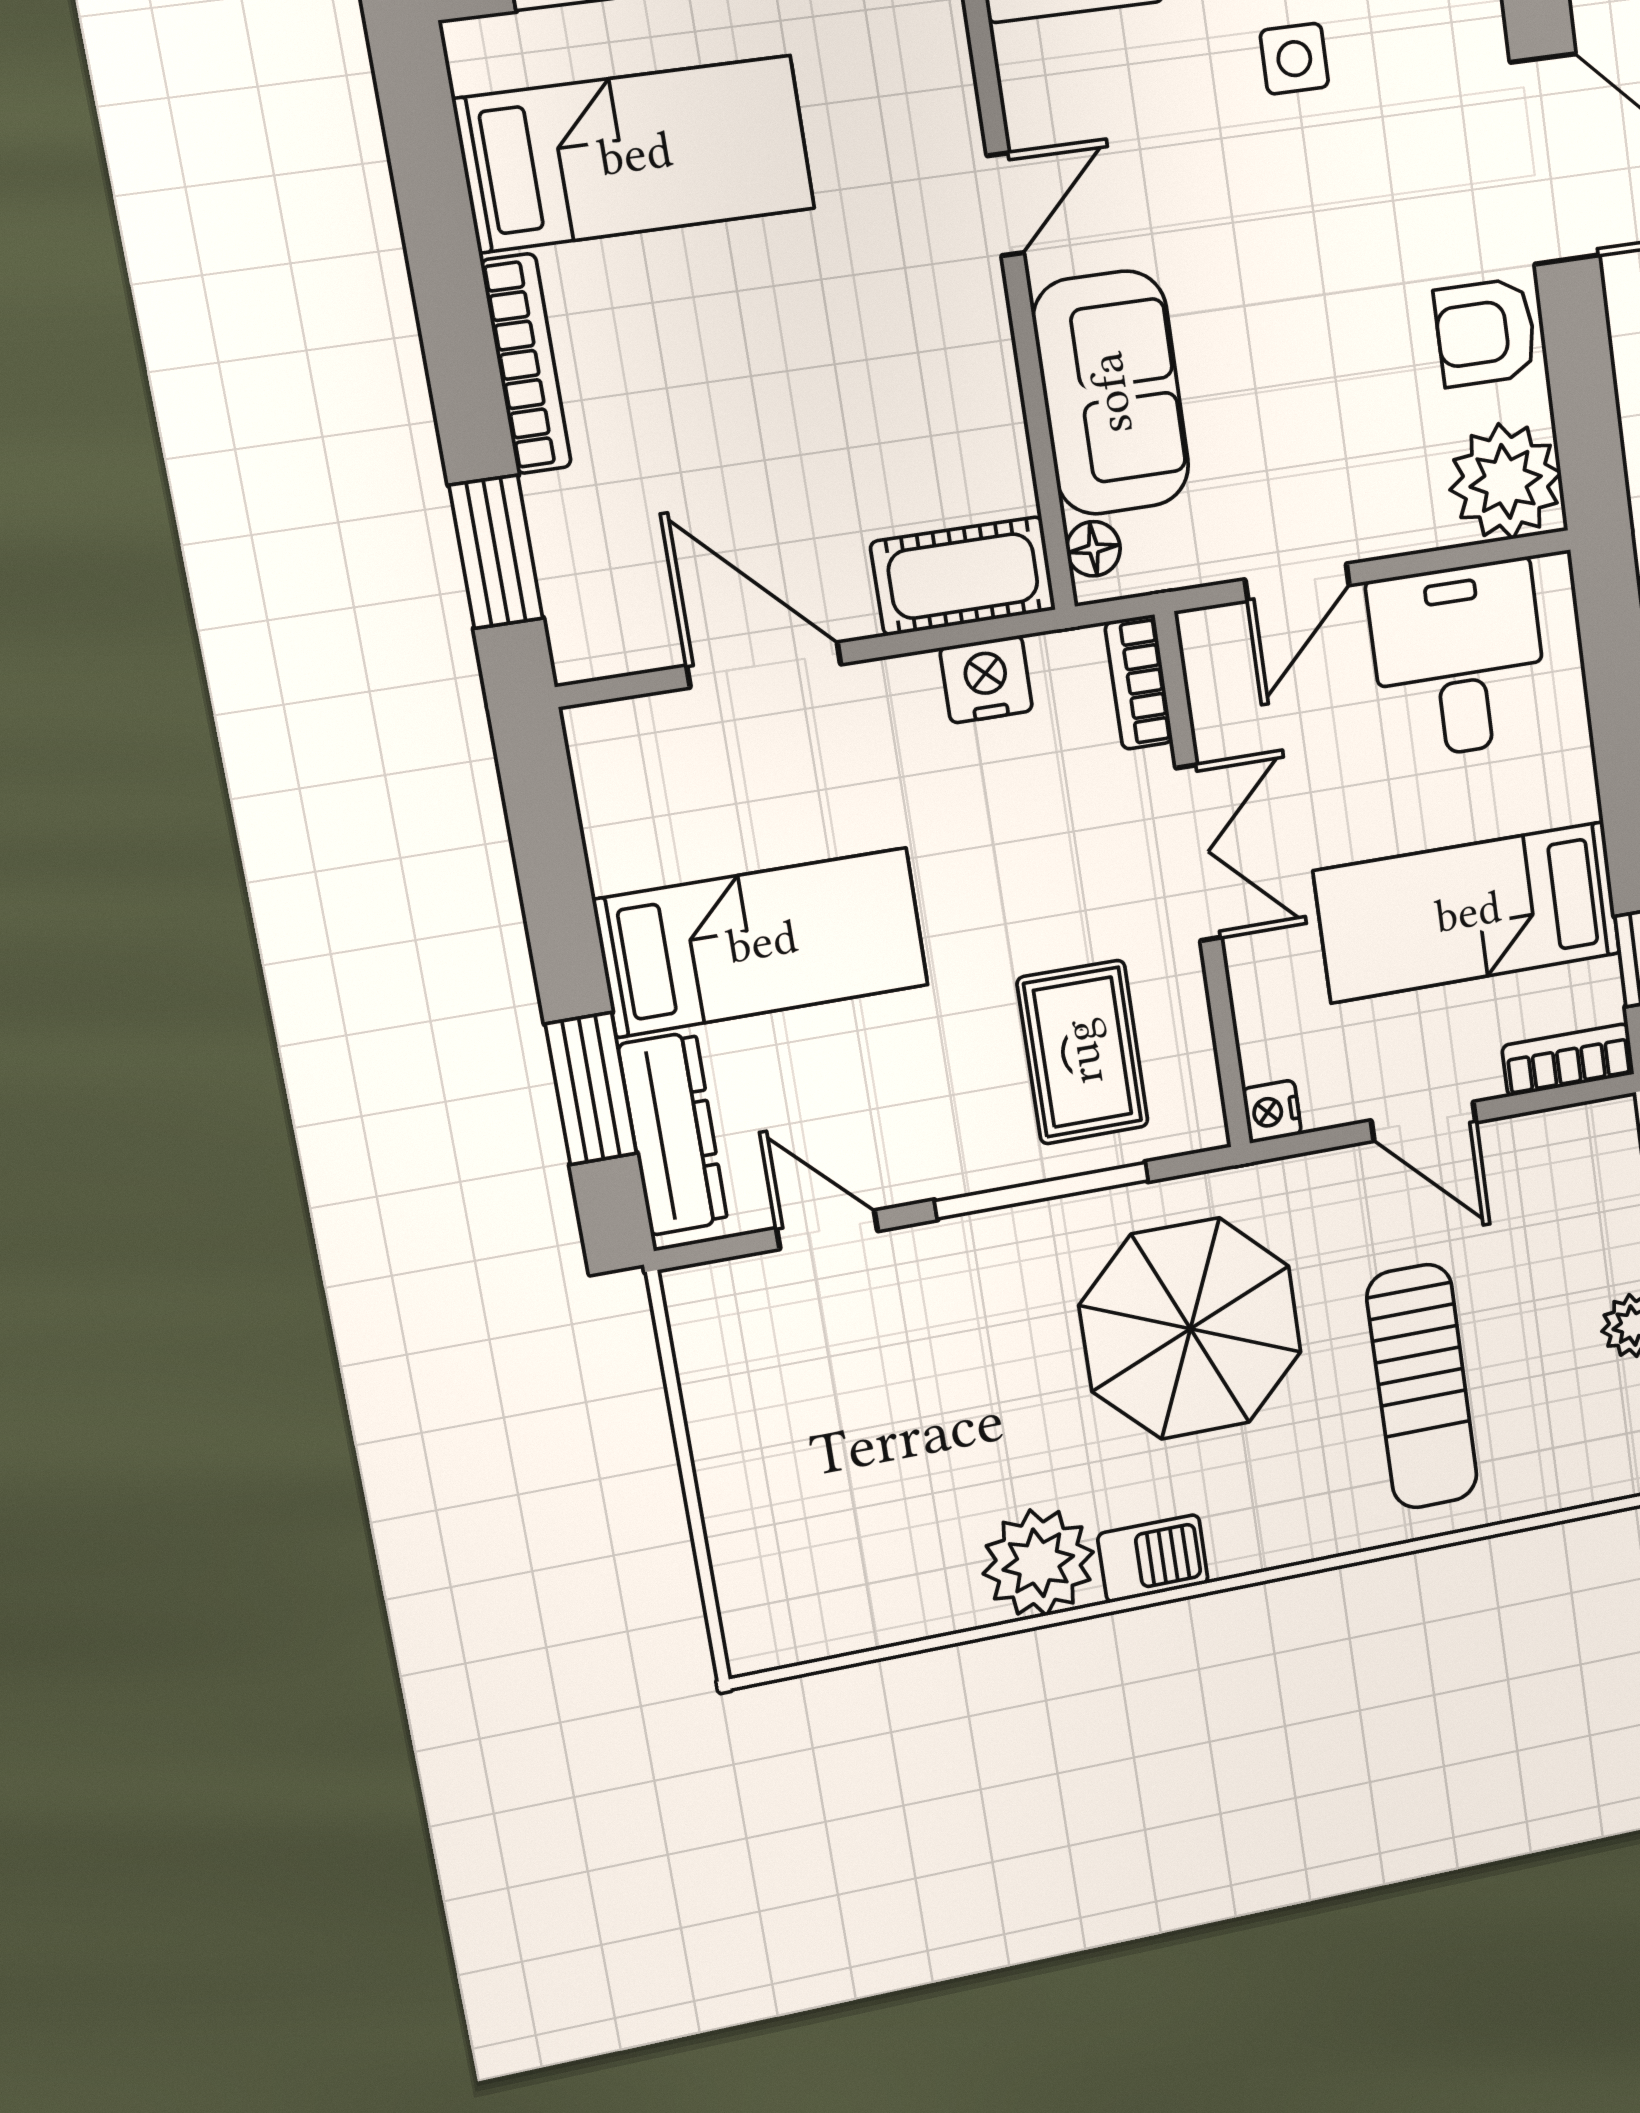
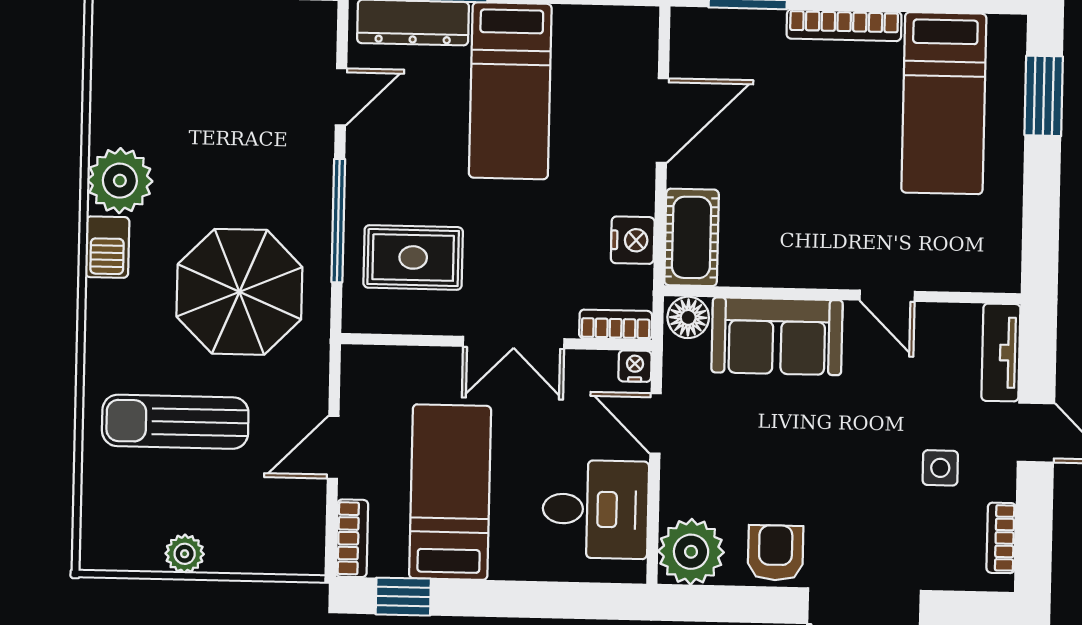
floor lamp: (1093, 549) -> (688, 317), width x1.37, depth x1.37
nightstand: (1272, 1112) -> (635, 366), moved

